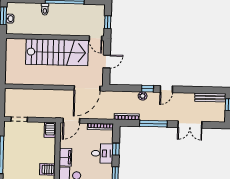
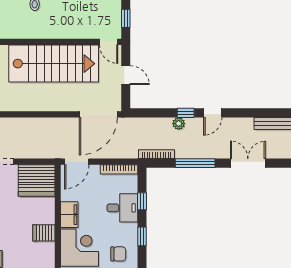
door: (107, 61) -> (126, 75), hinge flipped
double door: (190, 125) -> (248, 163), swing flipped
server rack: (50, 130) -> (37, 181), width x2.18, depth x1.44

